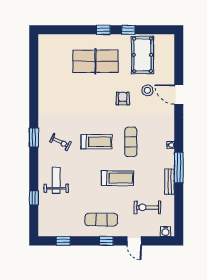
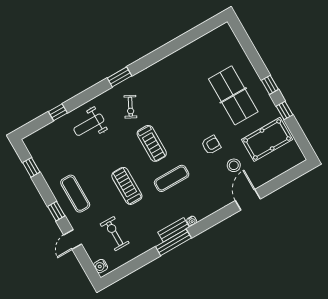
treadmill: (117, 178) -> (127, 186), turned 180
weight bench: (56, 180) -> (89, 125), turned 180
bench: (170, 181) -> (173, 230), moved

